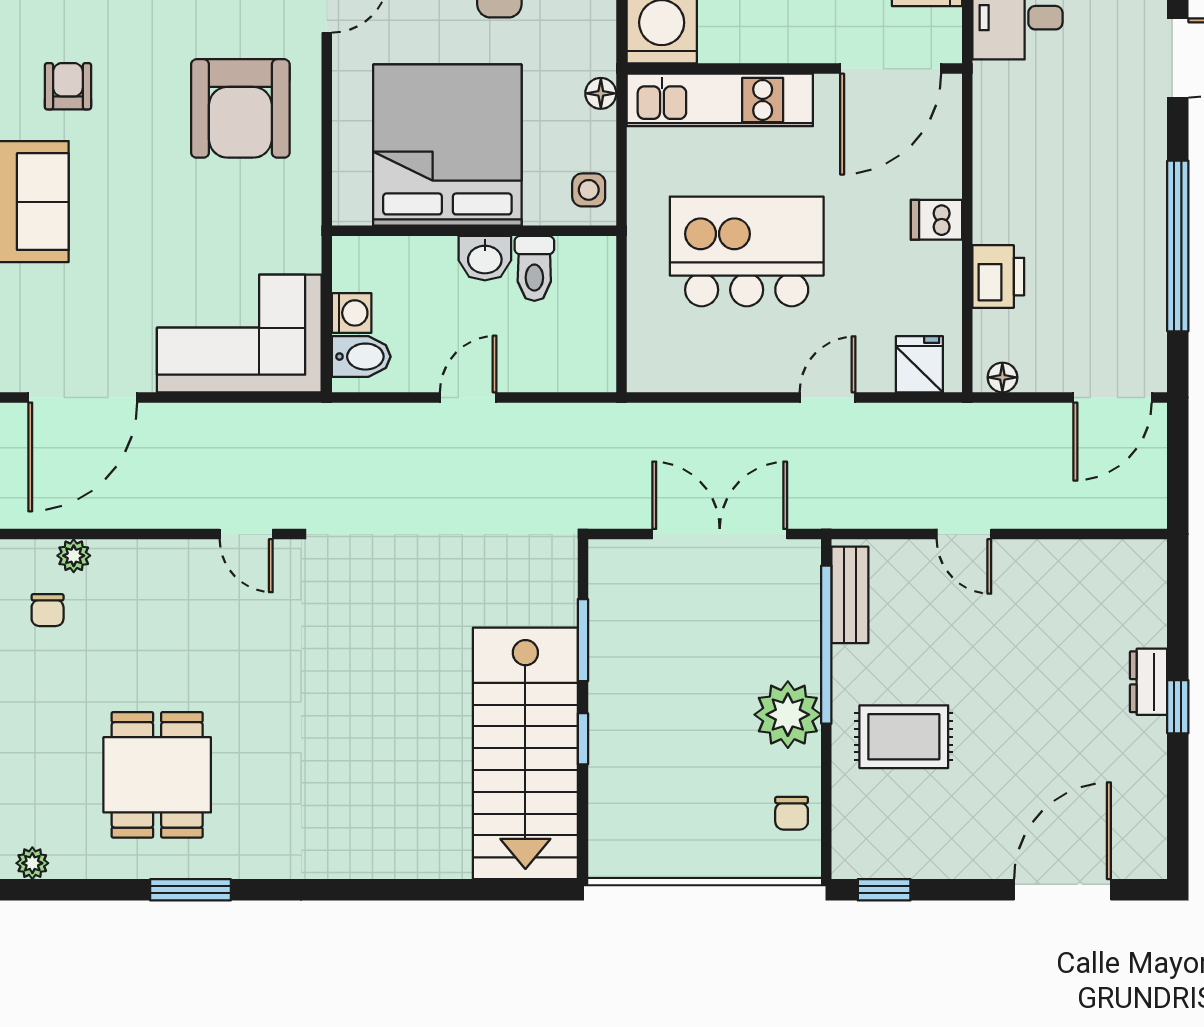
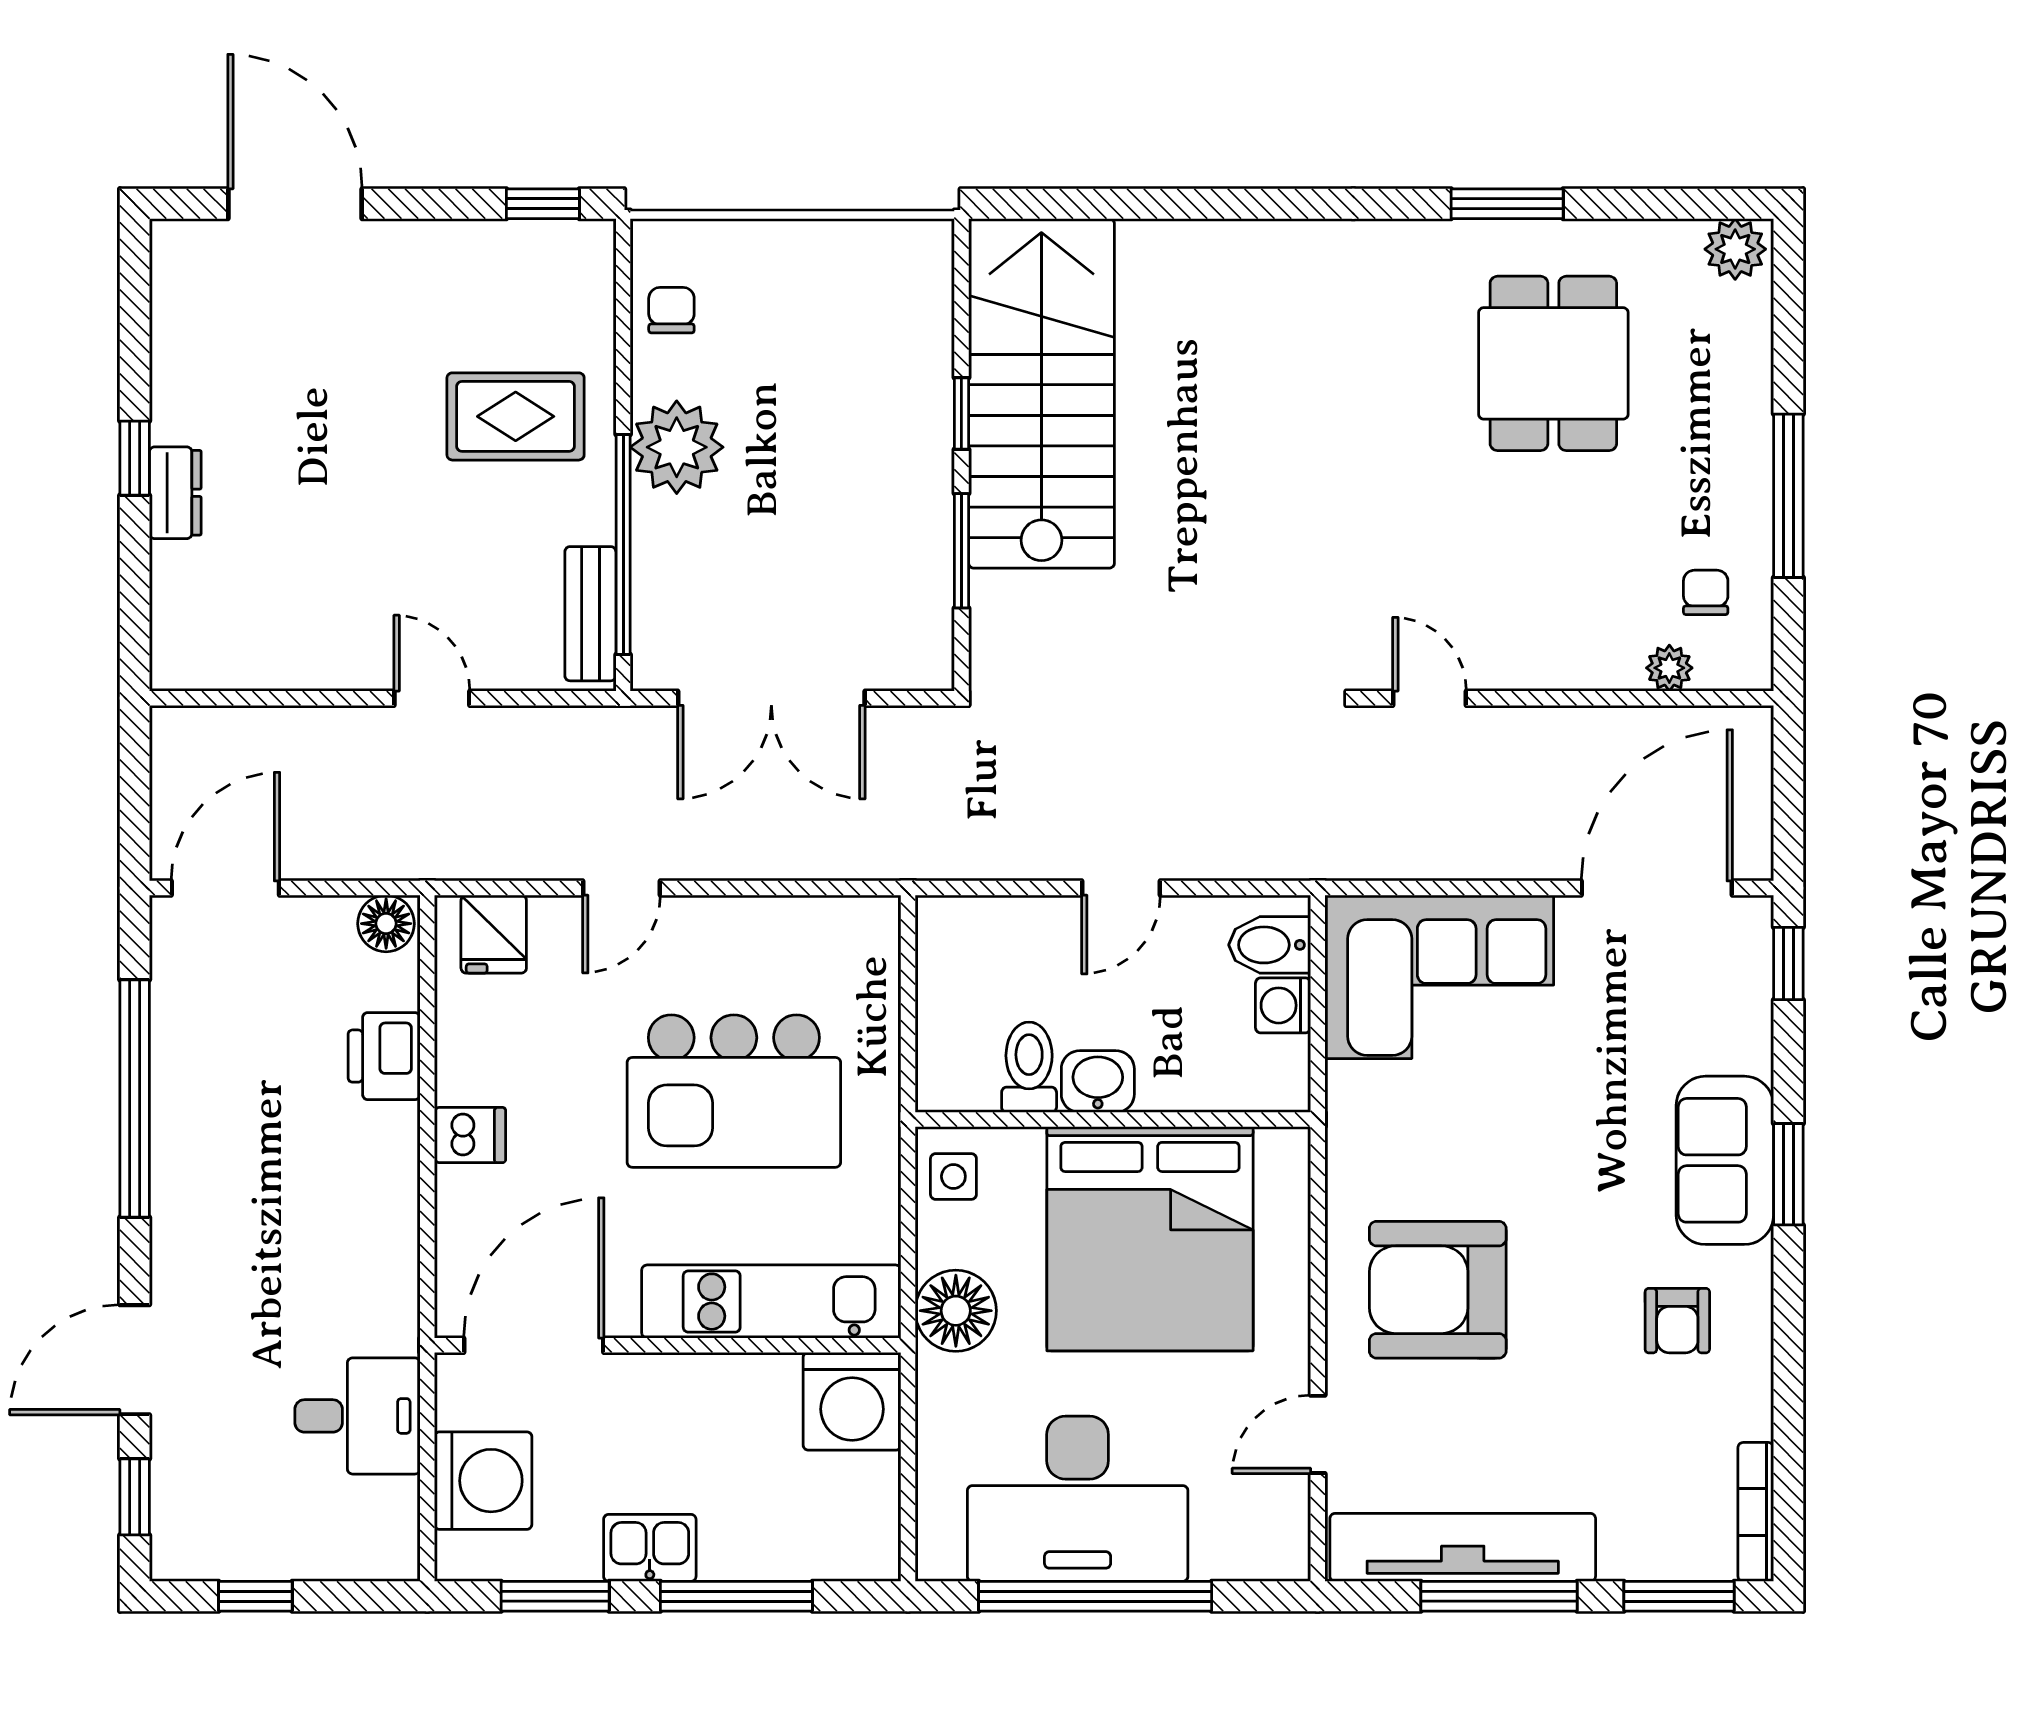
floor lamp: (601, 93) -> (956, 1311), width x1.89, depth x1.89
armchair: (240, 108) -> (1438, 1290), turned -90
floor lamp: (1002, 377) -> (386, 924), width x1.37, depth x1.37
plant: (32, 863) -> (1735, 249), width x1.38, depth x1.38
door: (1062, 890) -> (295, 204), swing flipped

